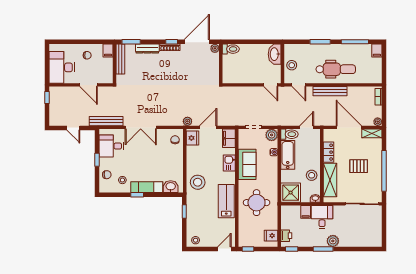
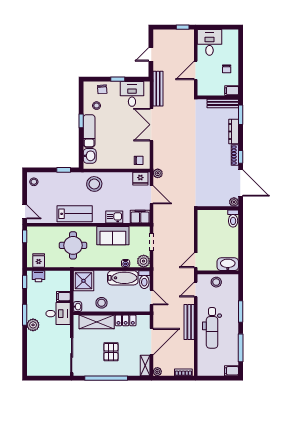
desk: (62, 67) -> (209, 42), width x0.73

